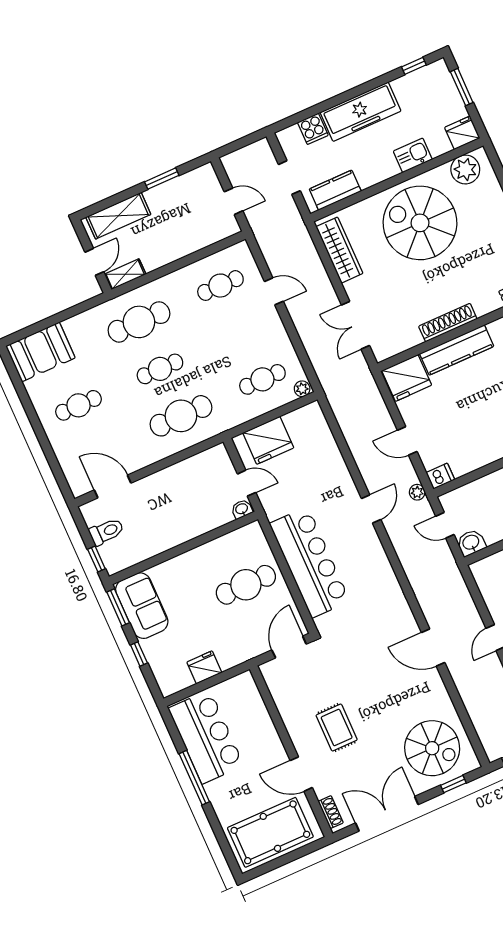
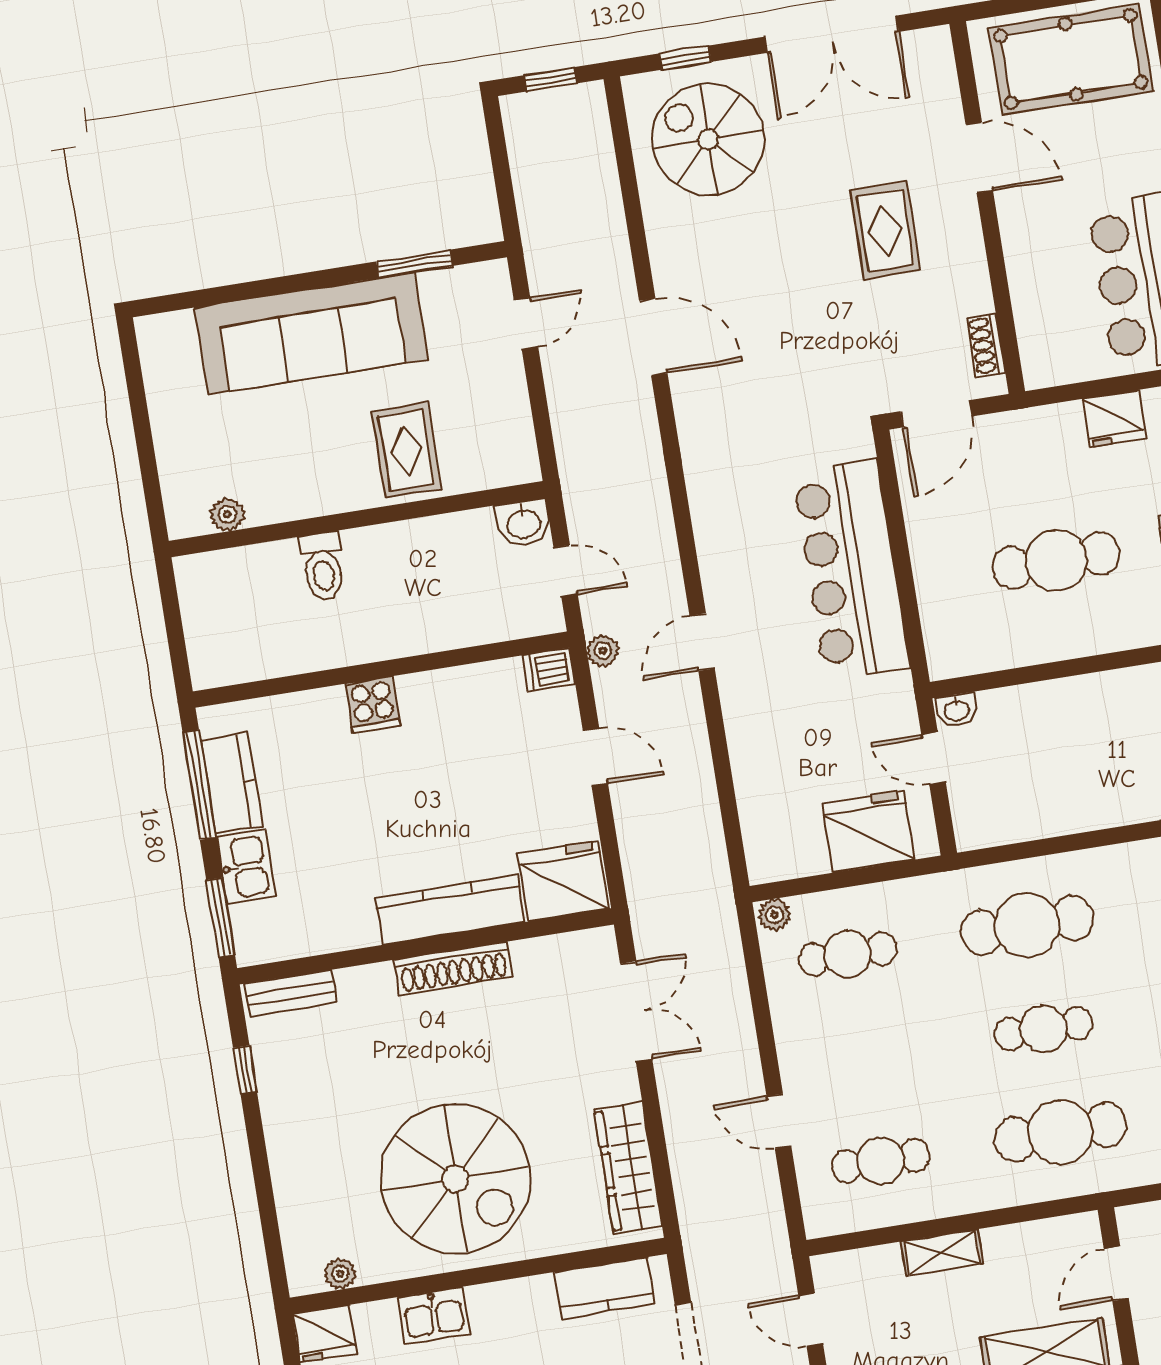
plant: (465, 169) -> (340, 1274), width x0.53, depth x0.53
shelving: (125, 274) -> (942, 1253), moved
cafe table: (246, 585) -> (1056, 560), moved
shoe rack: (331, 812) -> (986, 345), moved

